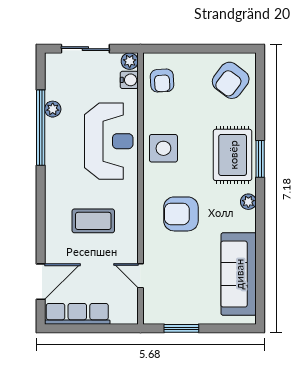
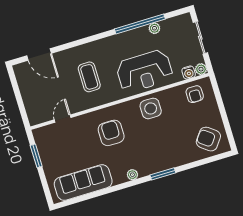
armchair: (162, 81) -> (195, 94), turned -87
rug: (233, 155) -> (160, 155), removed
row of seats: (77, 314) -> (25, 85), removed

